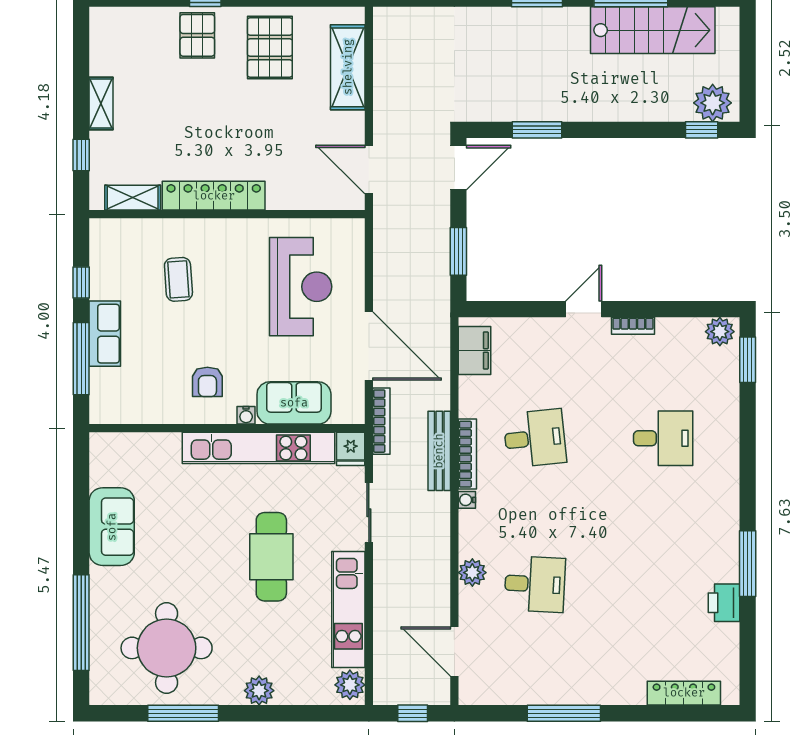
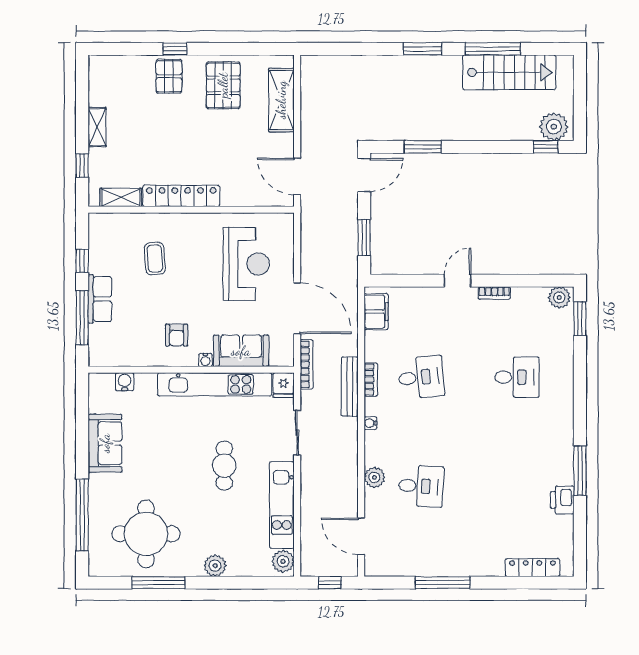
water cooler: (138, 444) -> (125, 382), added
bookcase: (467, 454) -> (371, 380), width x0.64
cafe table: (271, 557) -> (224, 466), width x0.73, depth x0.74

